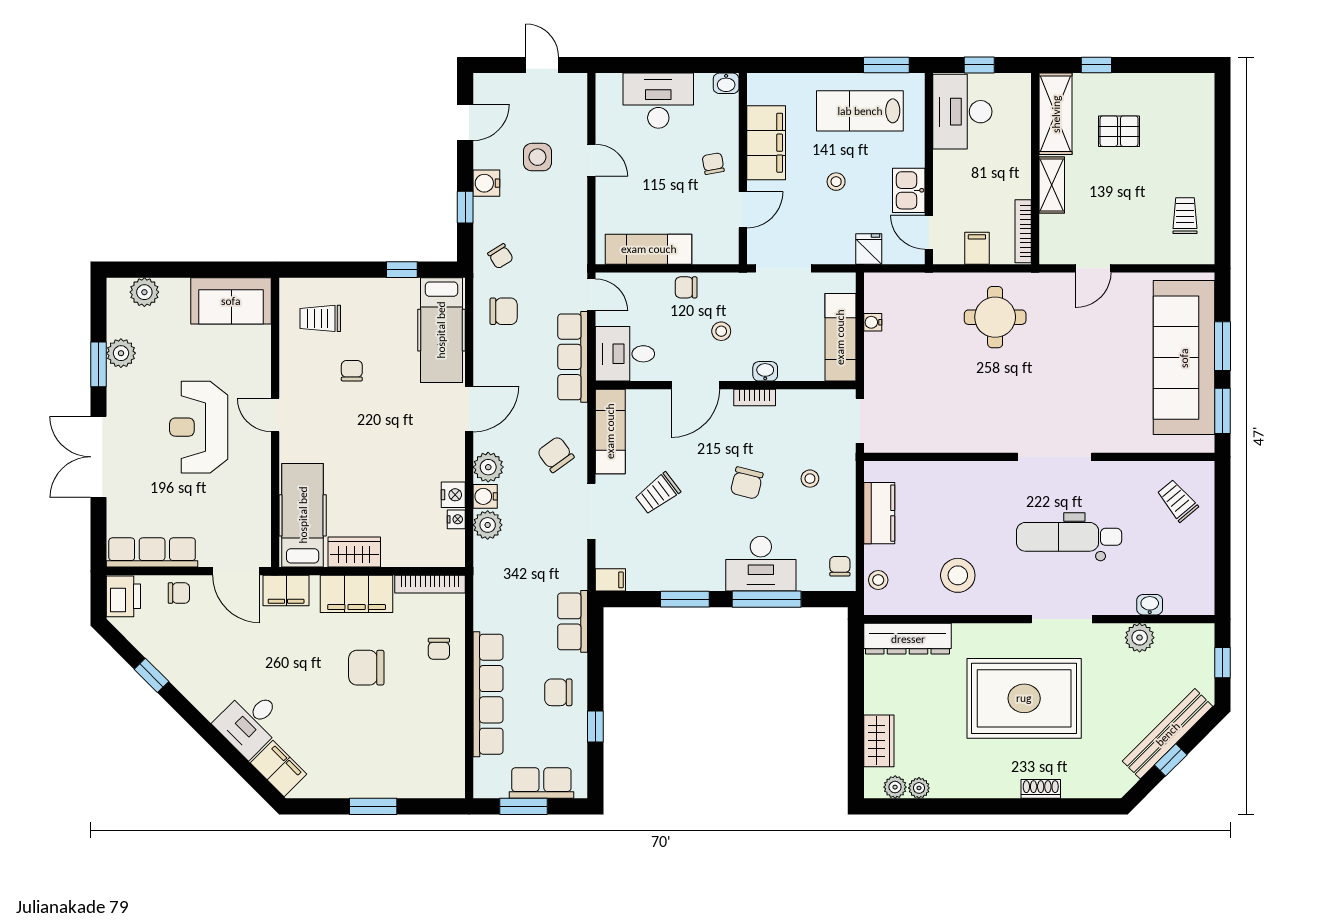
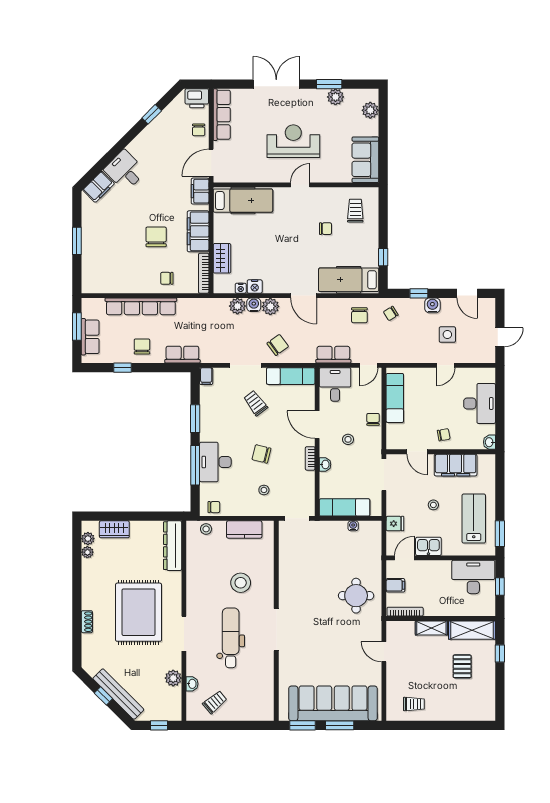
row of seats: (573, 357) -> (333, 355), width x0.68
trolley: (1177, 500) -> (215, 702), moved
wardrobe: (354, 552) -> (222, 258), moved
stool: (958, 575) -> (241, 583), moved

